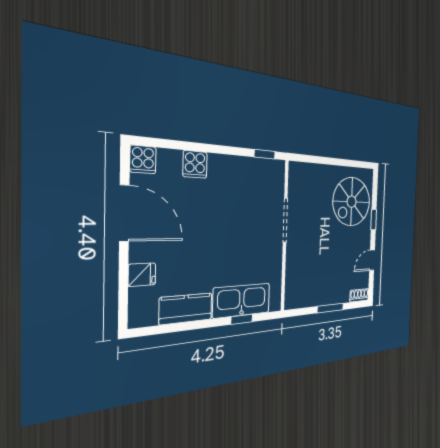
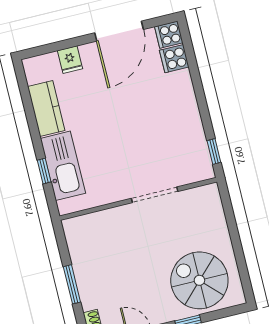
cooker: (195, 164) -> (174, 59), moved

